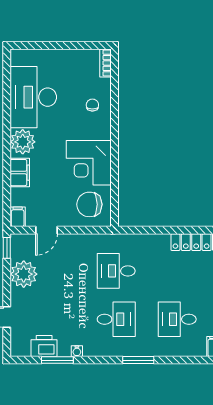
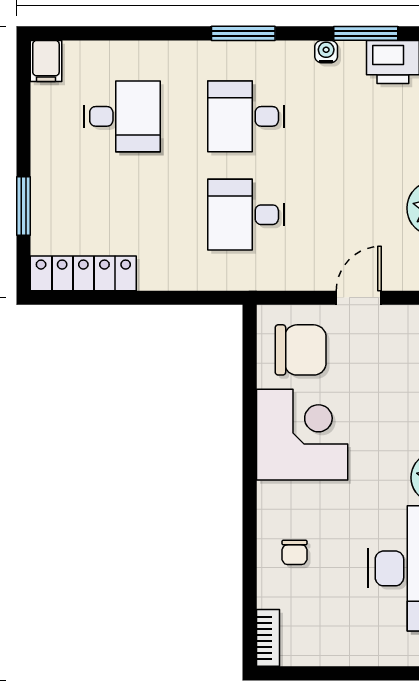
door: (46, 230) -> (359, 298), moved
desk: (116, 271) -> (246, 215), turned 180
window: (138, 360) -> (243, 33), moved

